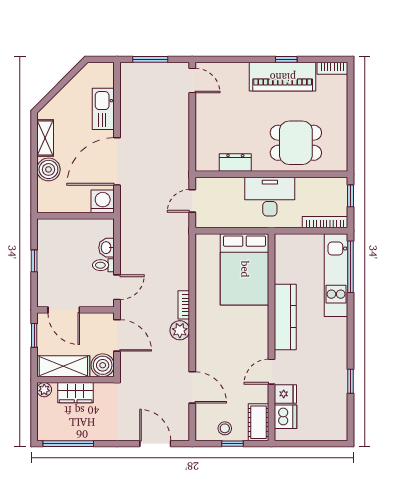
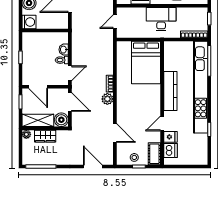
washing machine: (103, 201) -> (29, 22), moved, turned 90
kitchen unit: (336, 275) -> (201, 87), width x1.86

